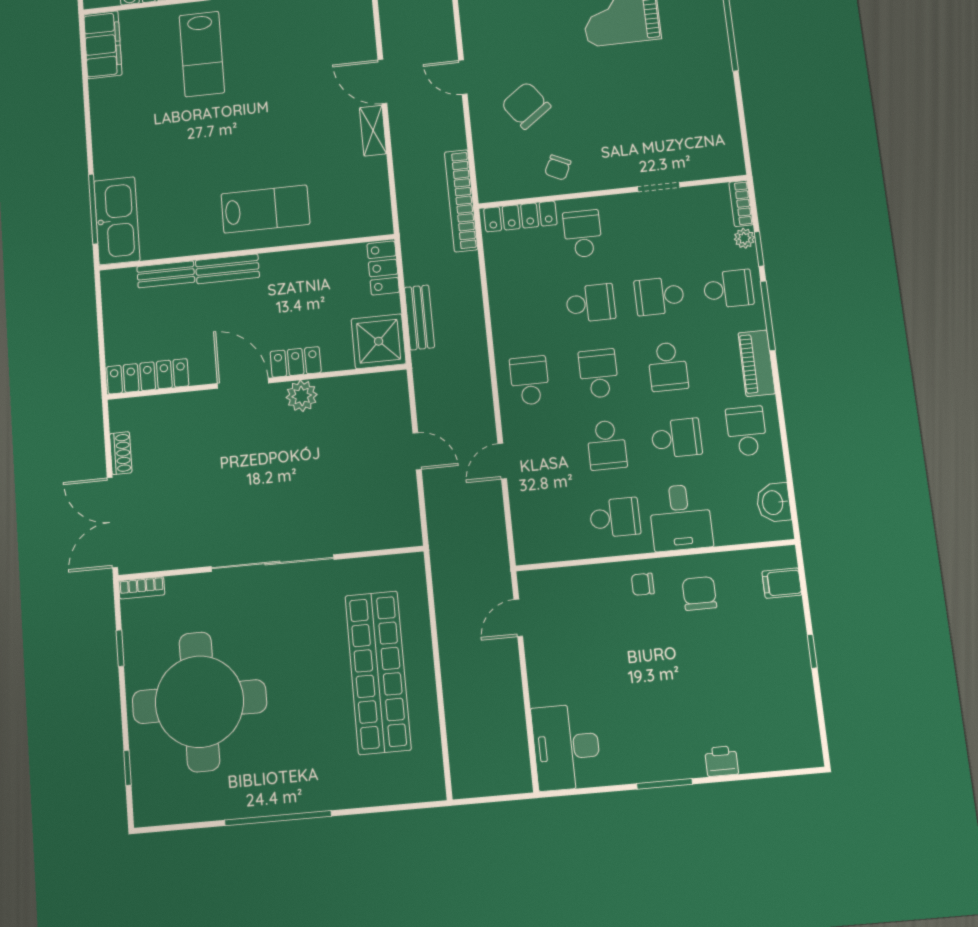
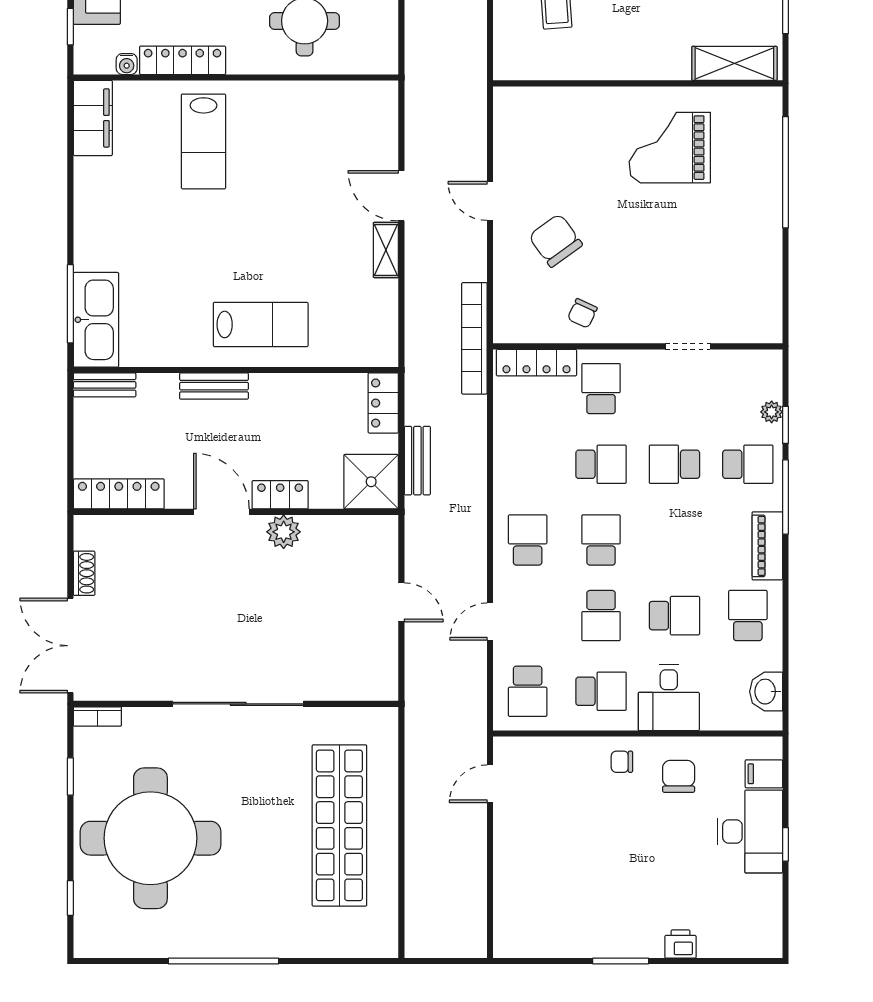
bookcase: (741, 204) -> (773, 374), removed
bench: (166, 274) -> (105, 385), moved
school desk: (668, 367) -> (528, 691), moved
desk: (566, 747) -> (750, 832), moved, turned 180

